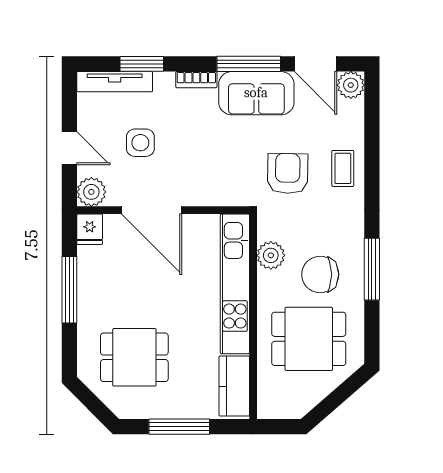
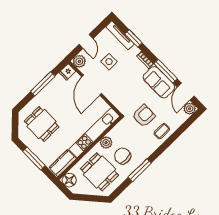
plant: (271, 255) -> (106, 143), moved
floor lamp: (273, 403) -> (69, 180), added

